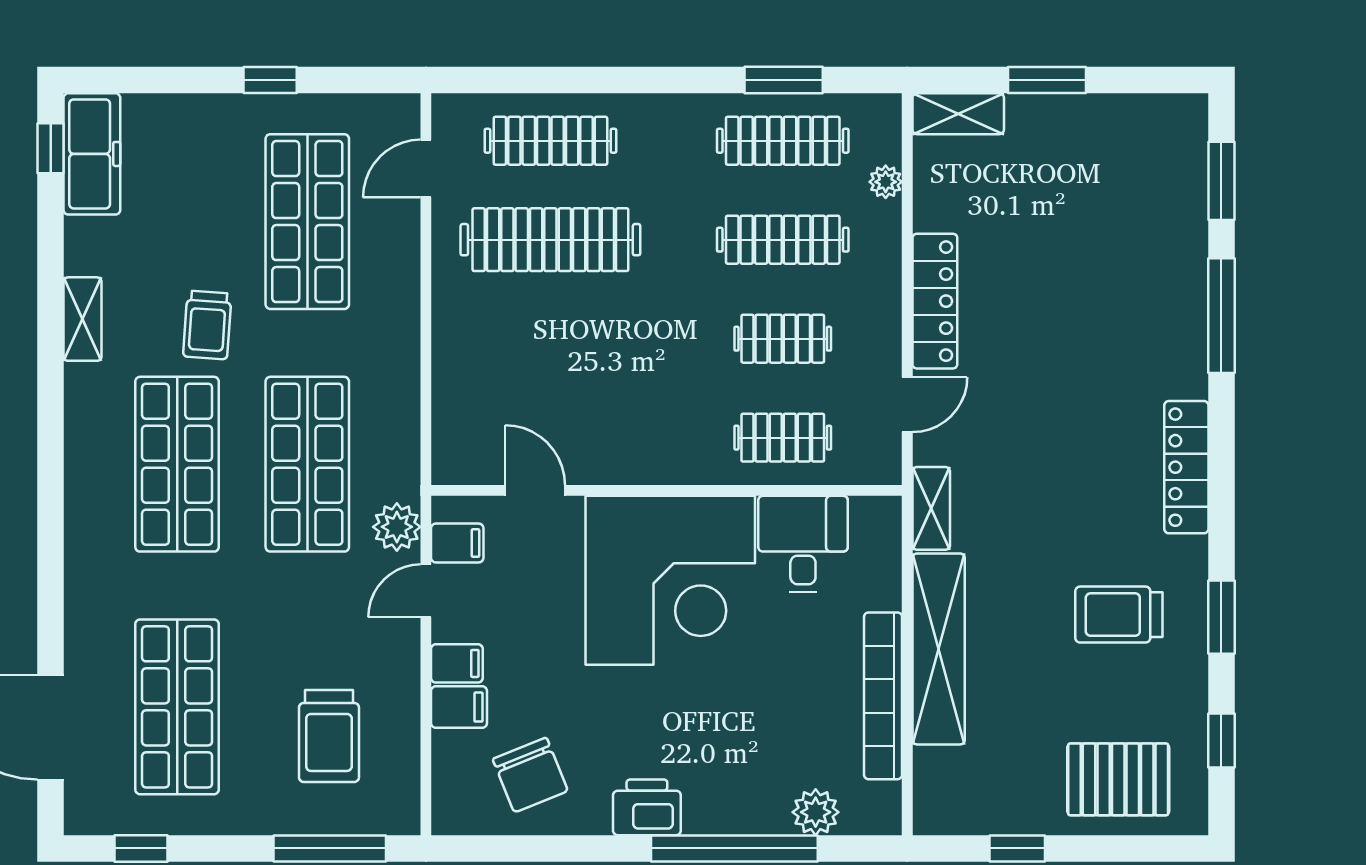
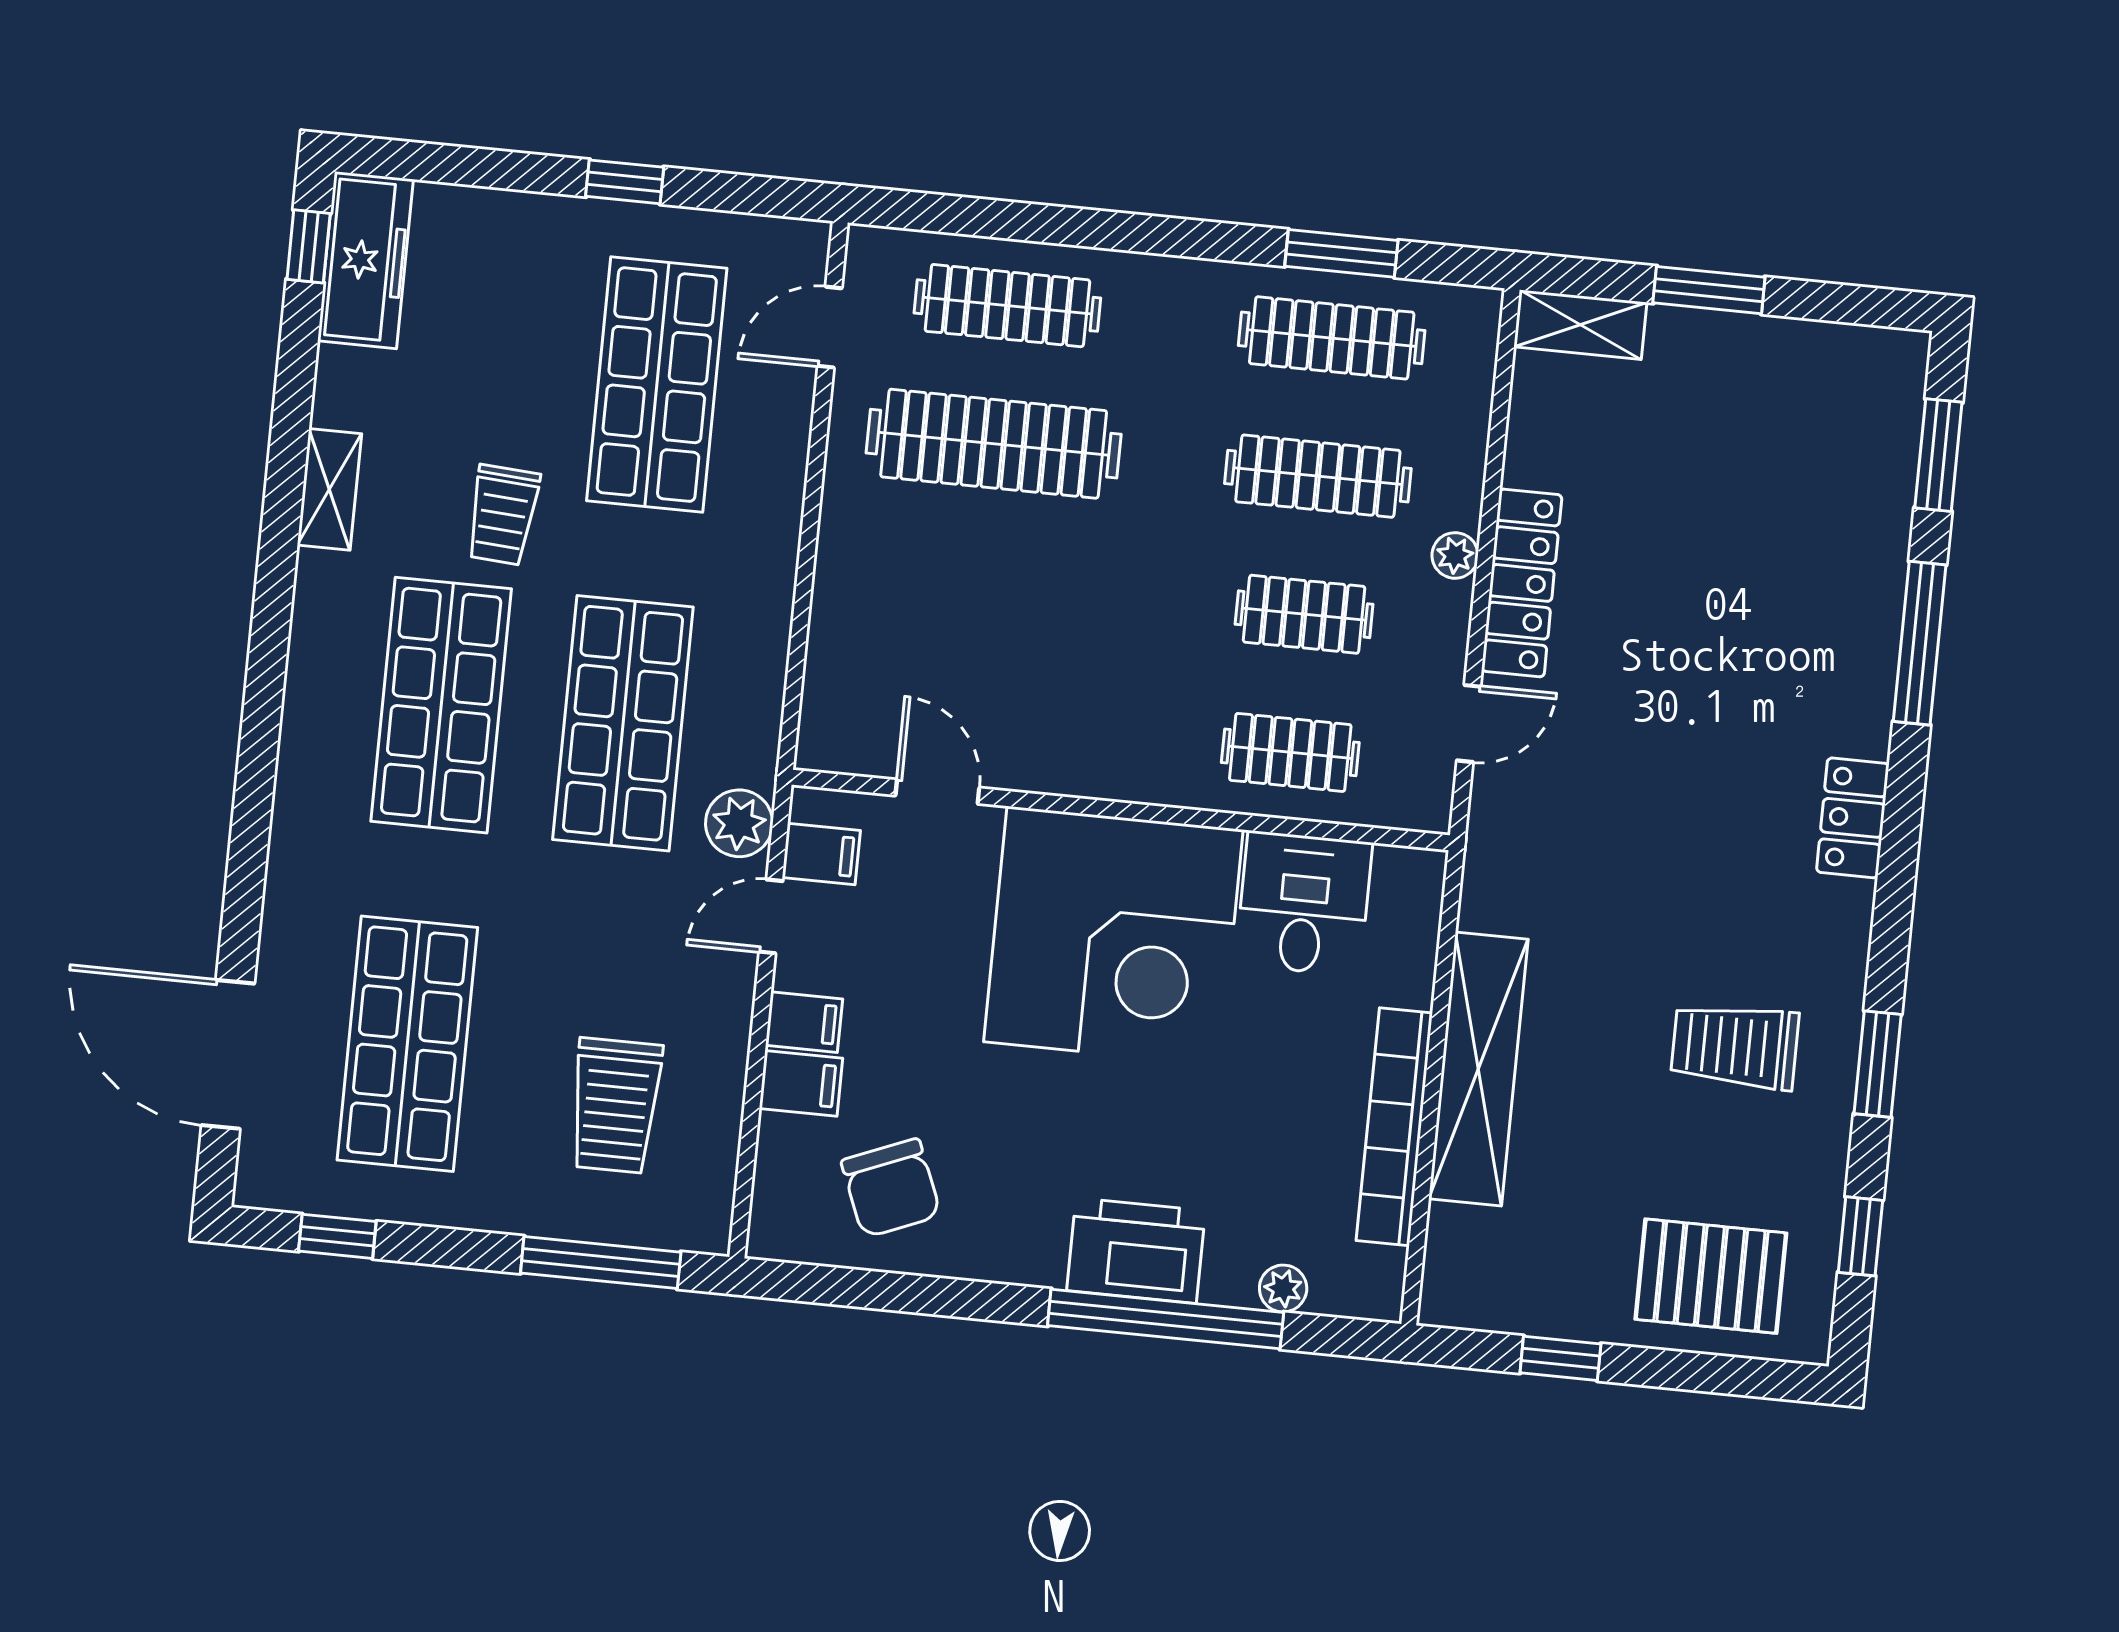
plant: (886, 182) -> (1455, 555), moved
locker: (1186, 467) -> (1853, 818), width x0.66
shelving: (931, 508) -> (1488, 872), removed
printer: (647, 807) -> (1136, 1251), moved, width x1.37, depth x1.19
plant: (816, 812) -> (1283, 1288), width x0.73, depth x0.73

